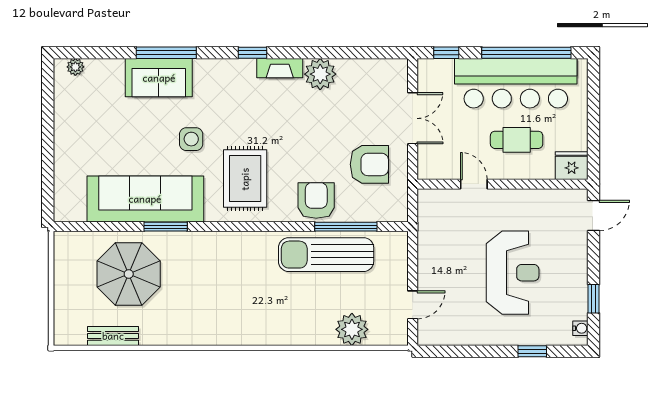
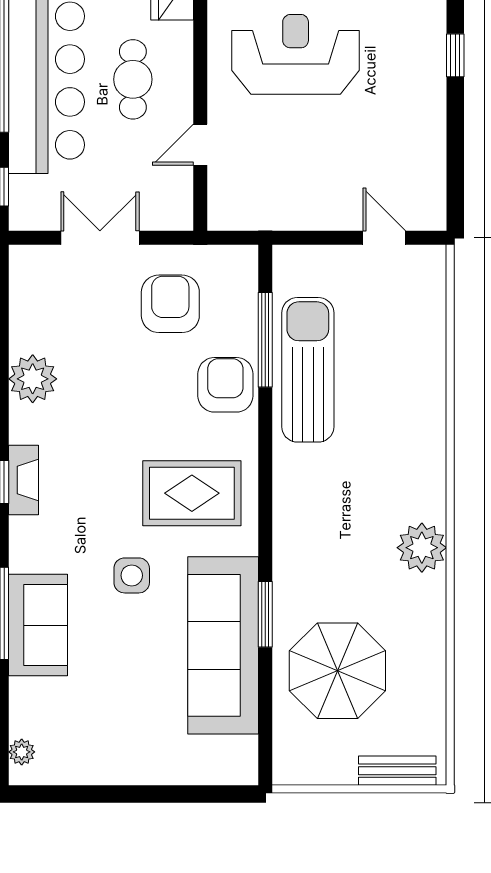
fireplace: (280, 68) -> (23, 480), moved
armchair: (316, 201) -> (225, 385), turned 90
sun lounger: (326, 255) -> (308, 370), turned 180
reception desk: (513, 273) -> (296, 54), moved
plant: (352, 329) -> (422, 548), moved
bench: (113, 336) -> (397, 771), moved, turned 90

